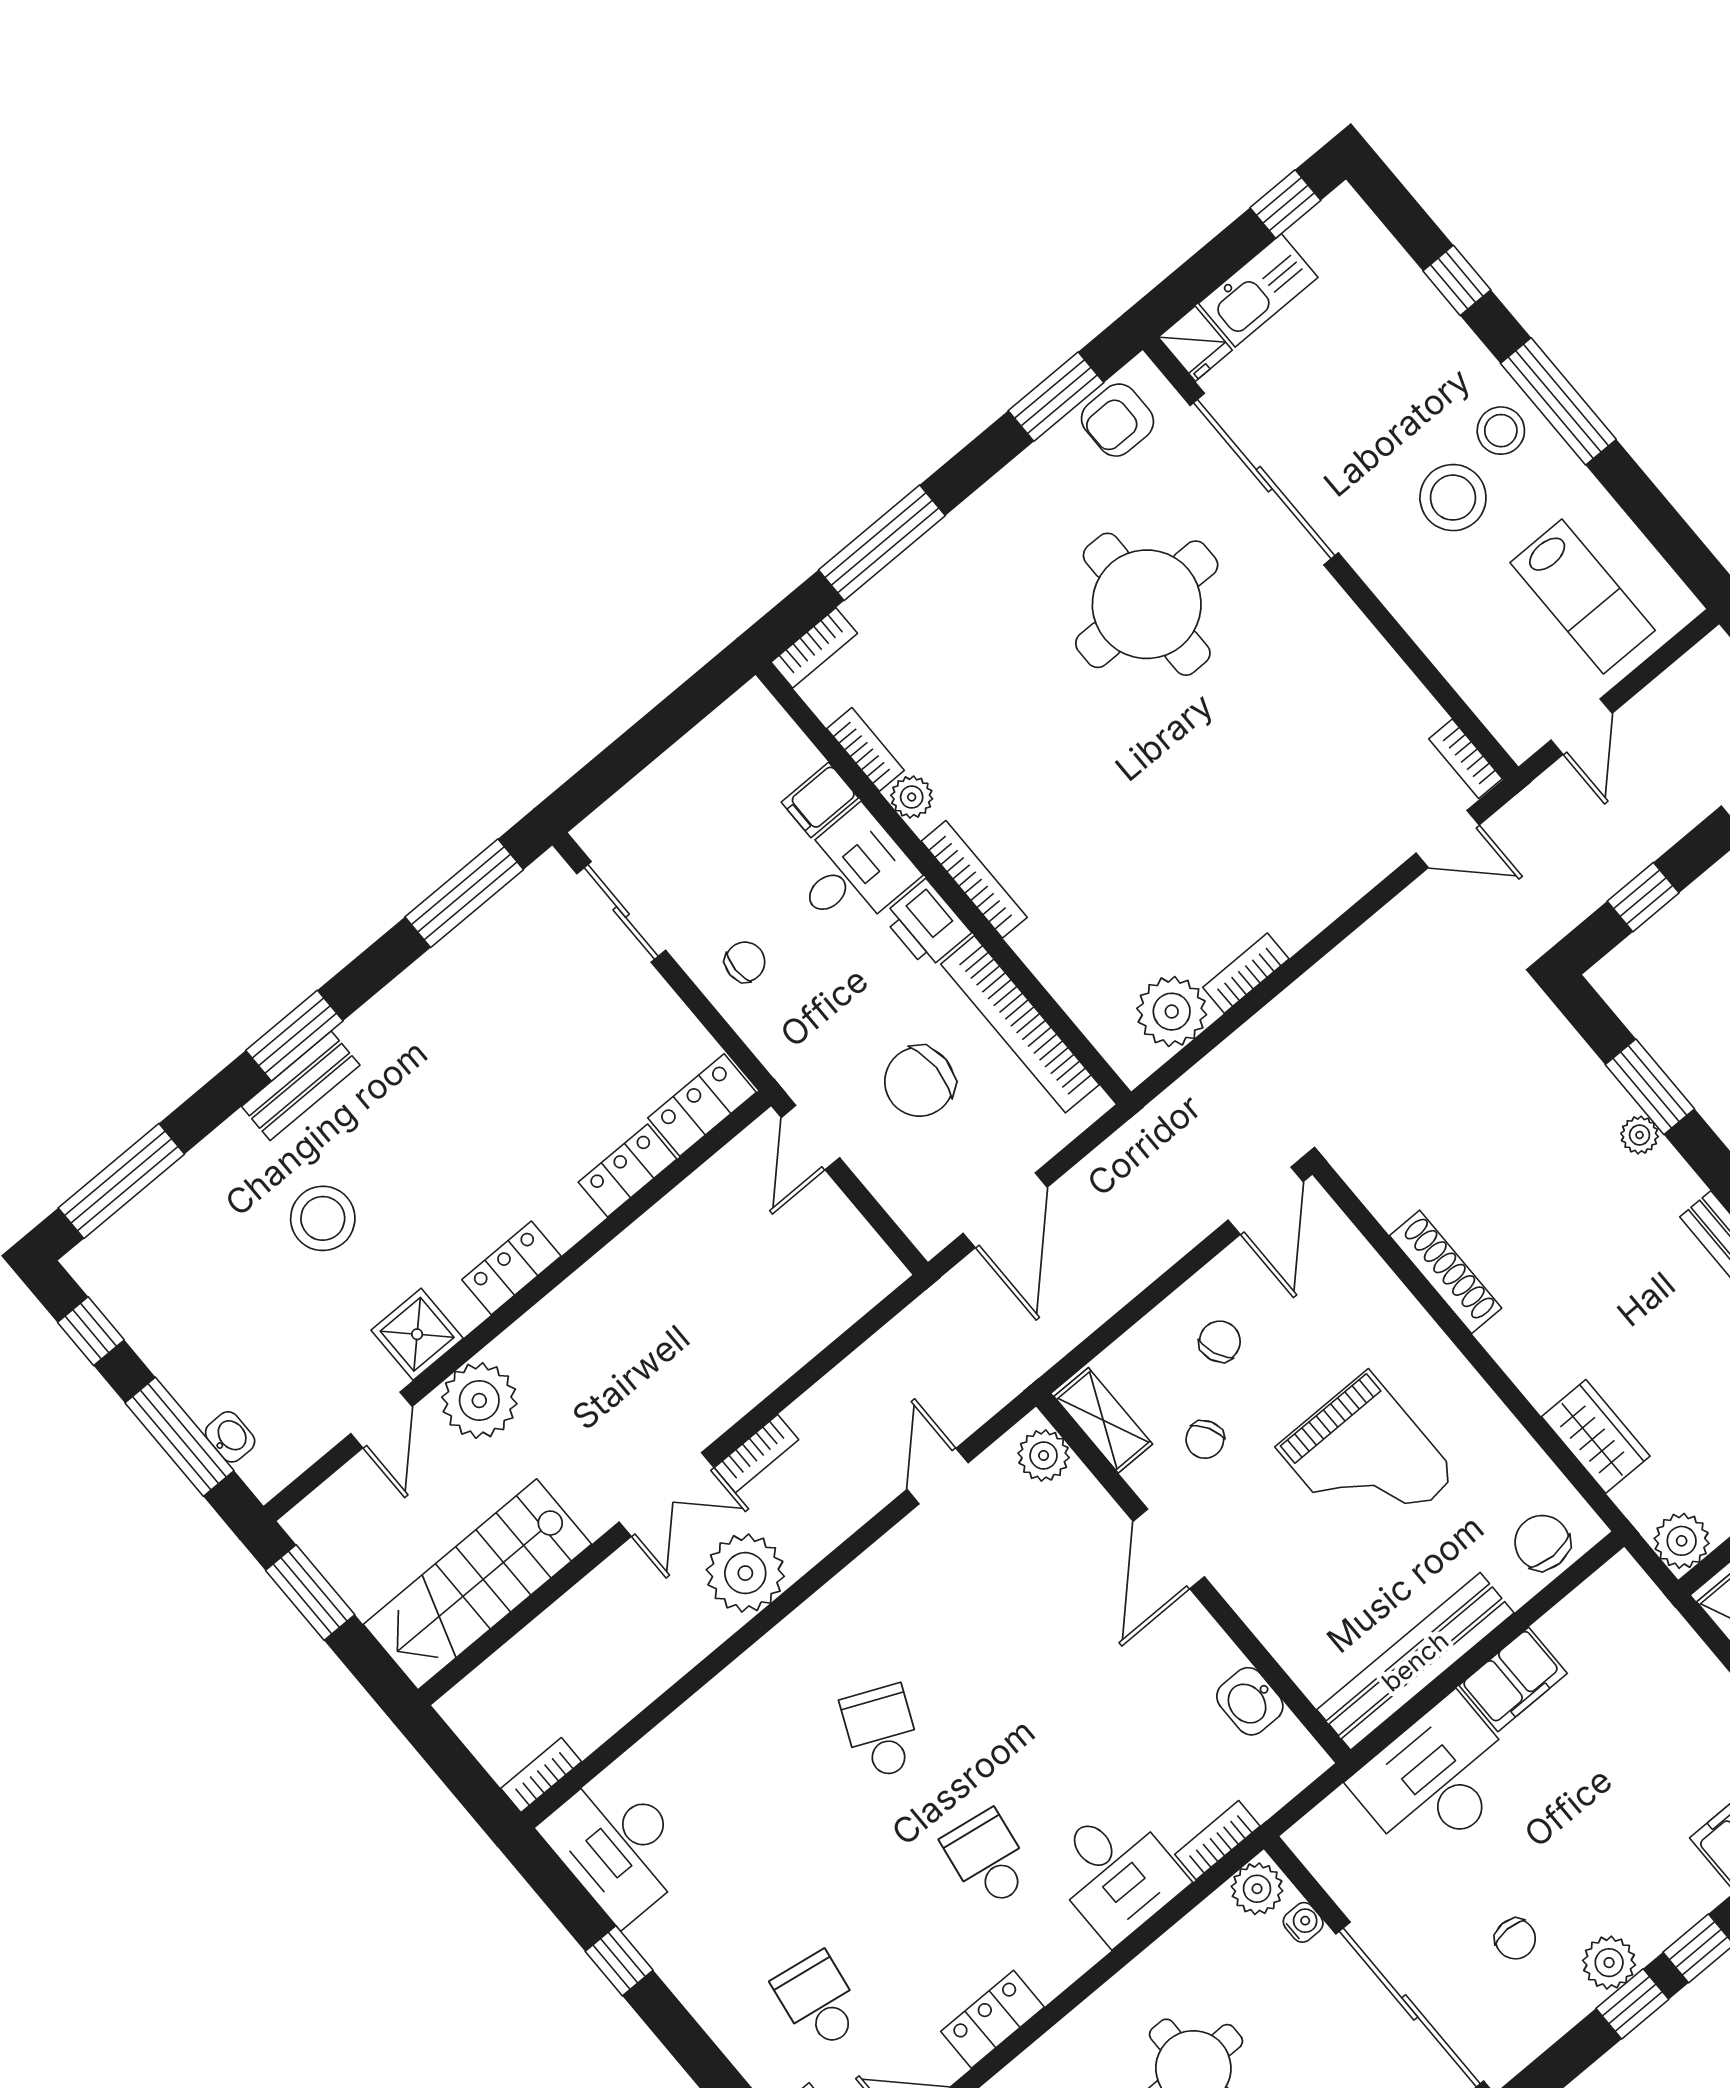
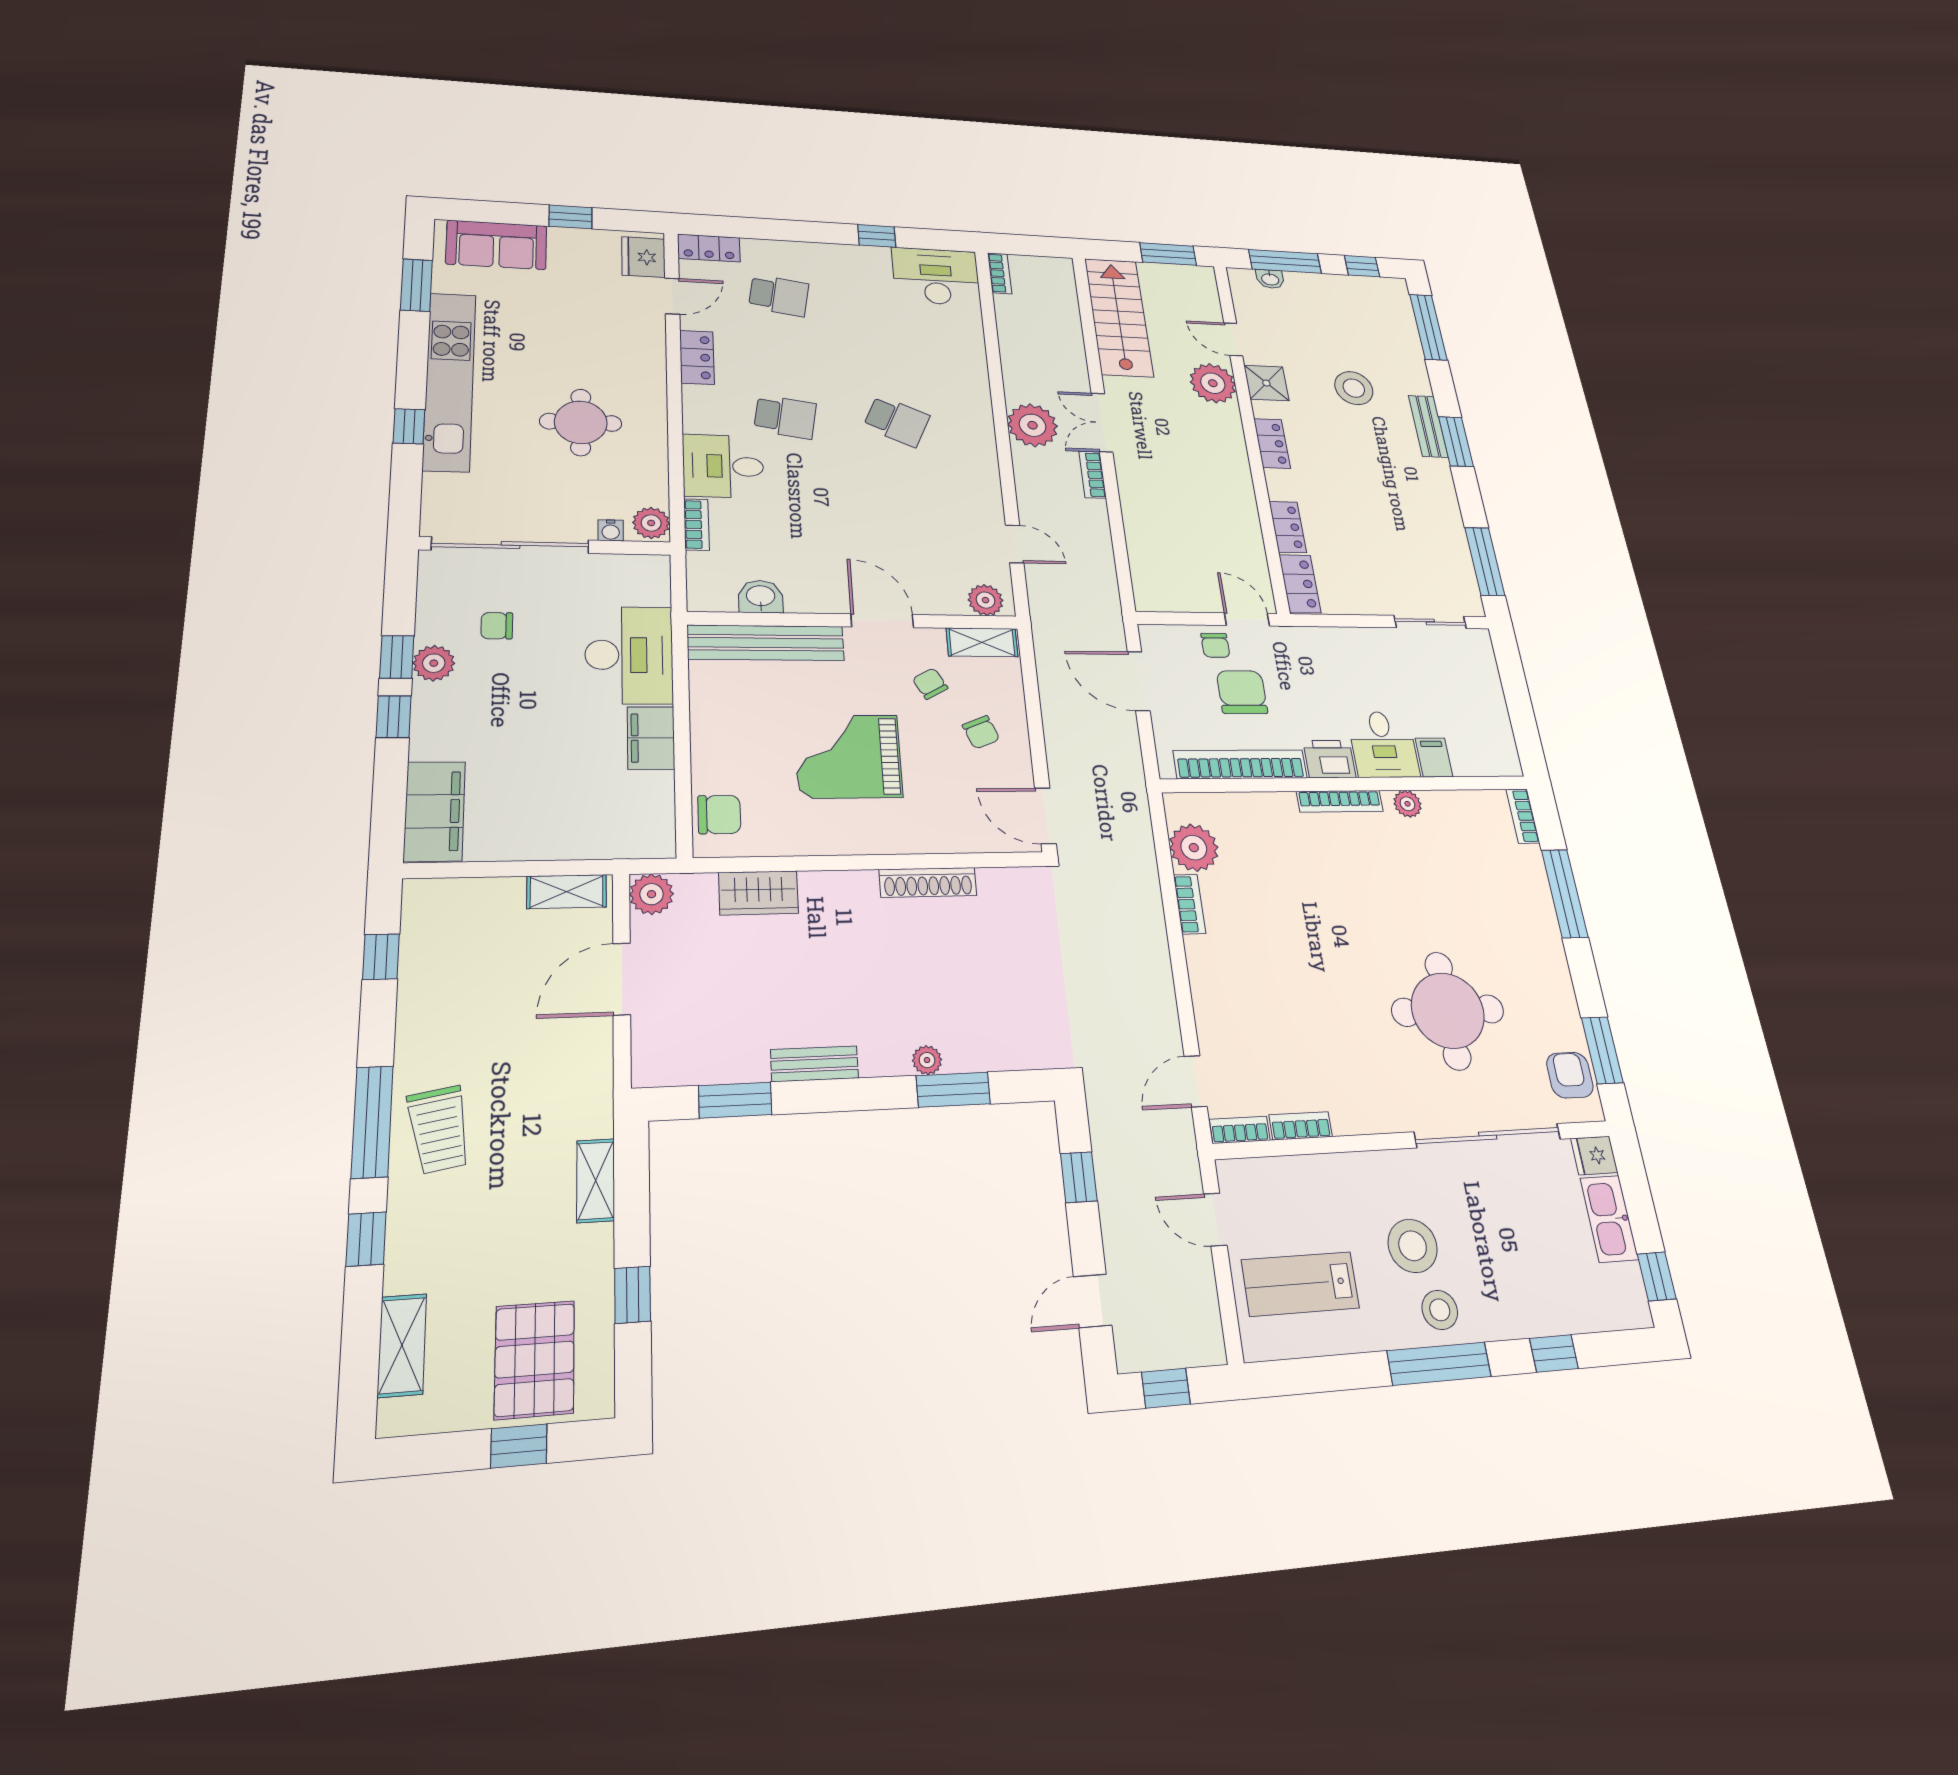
bookcase: (866, 749) -> (1301, 1126), moved, turned 180
chair: (745, 962) -> (1215, 645), moved
bench: (1415, 1661) -> (766, 643), moved, turned 90

